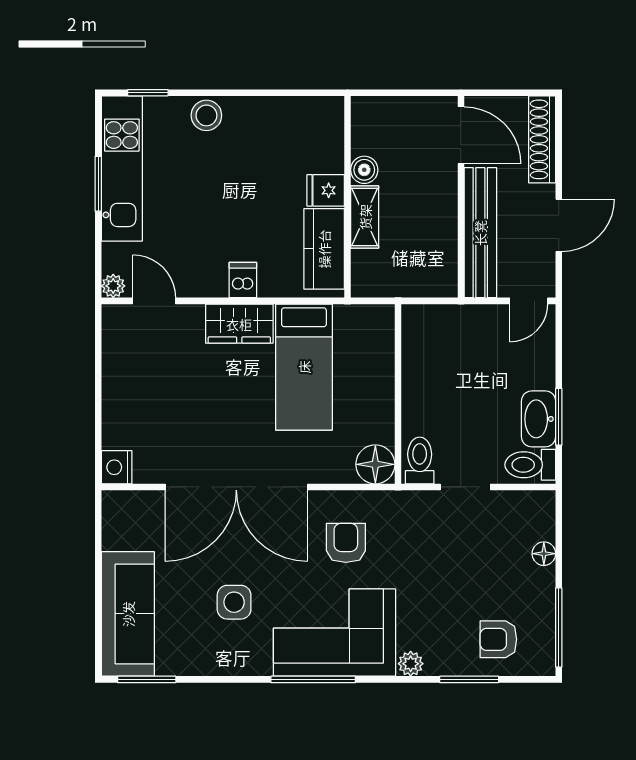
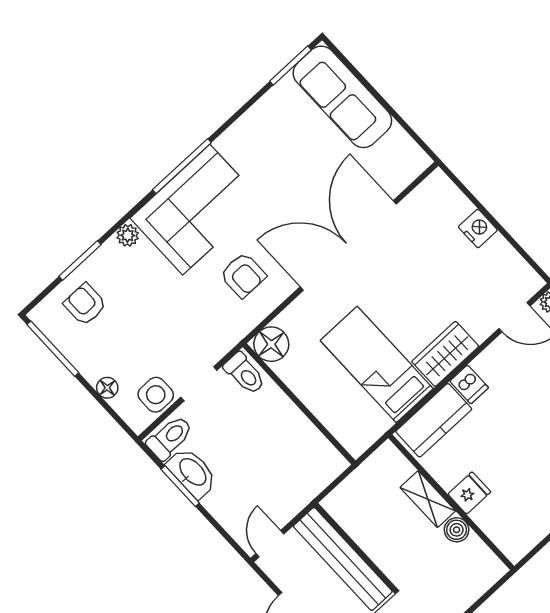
kitchen counter: (324, 249) -> (434, 420), moved, turned 90
nightstand: (117, 467) -> (478, 228), moved
side table: (234, 602) -> (156, 395), moved
armchair: (498, 639) -> (85, 304), turned -90

